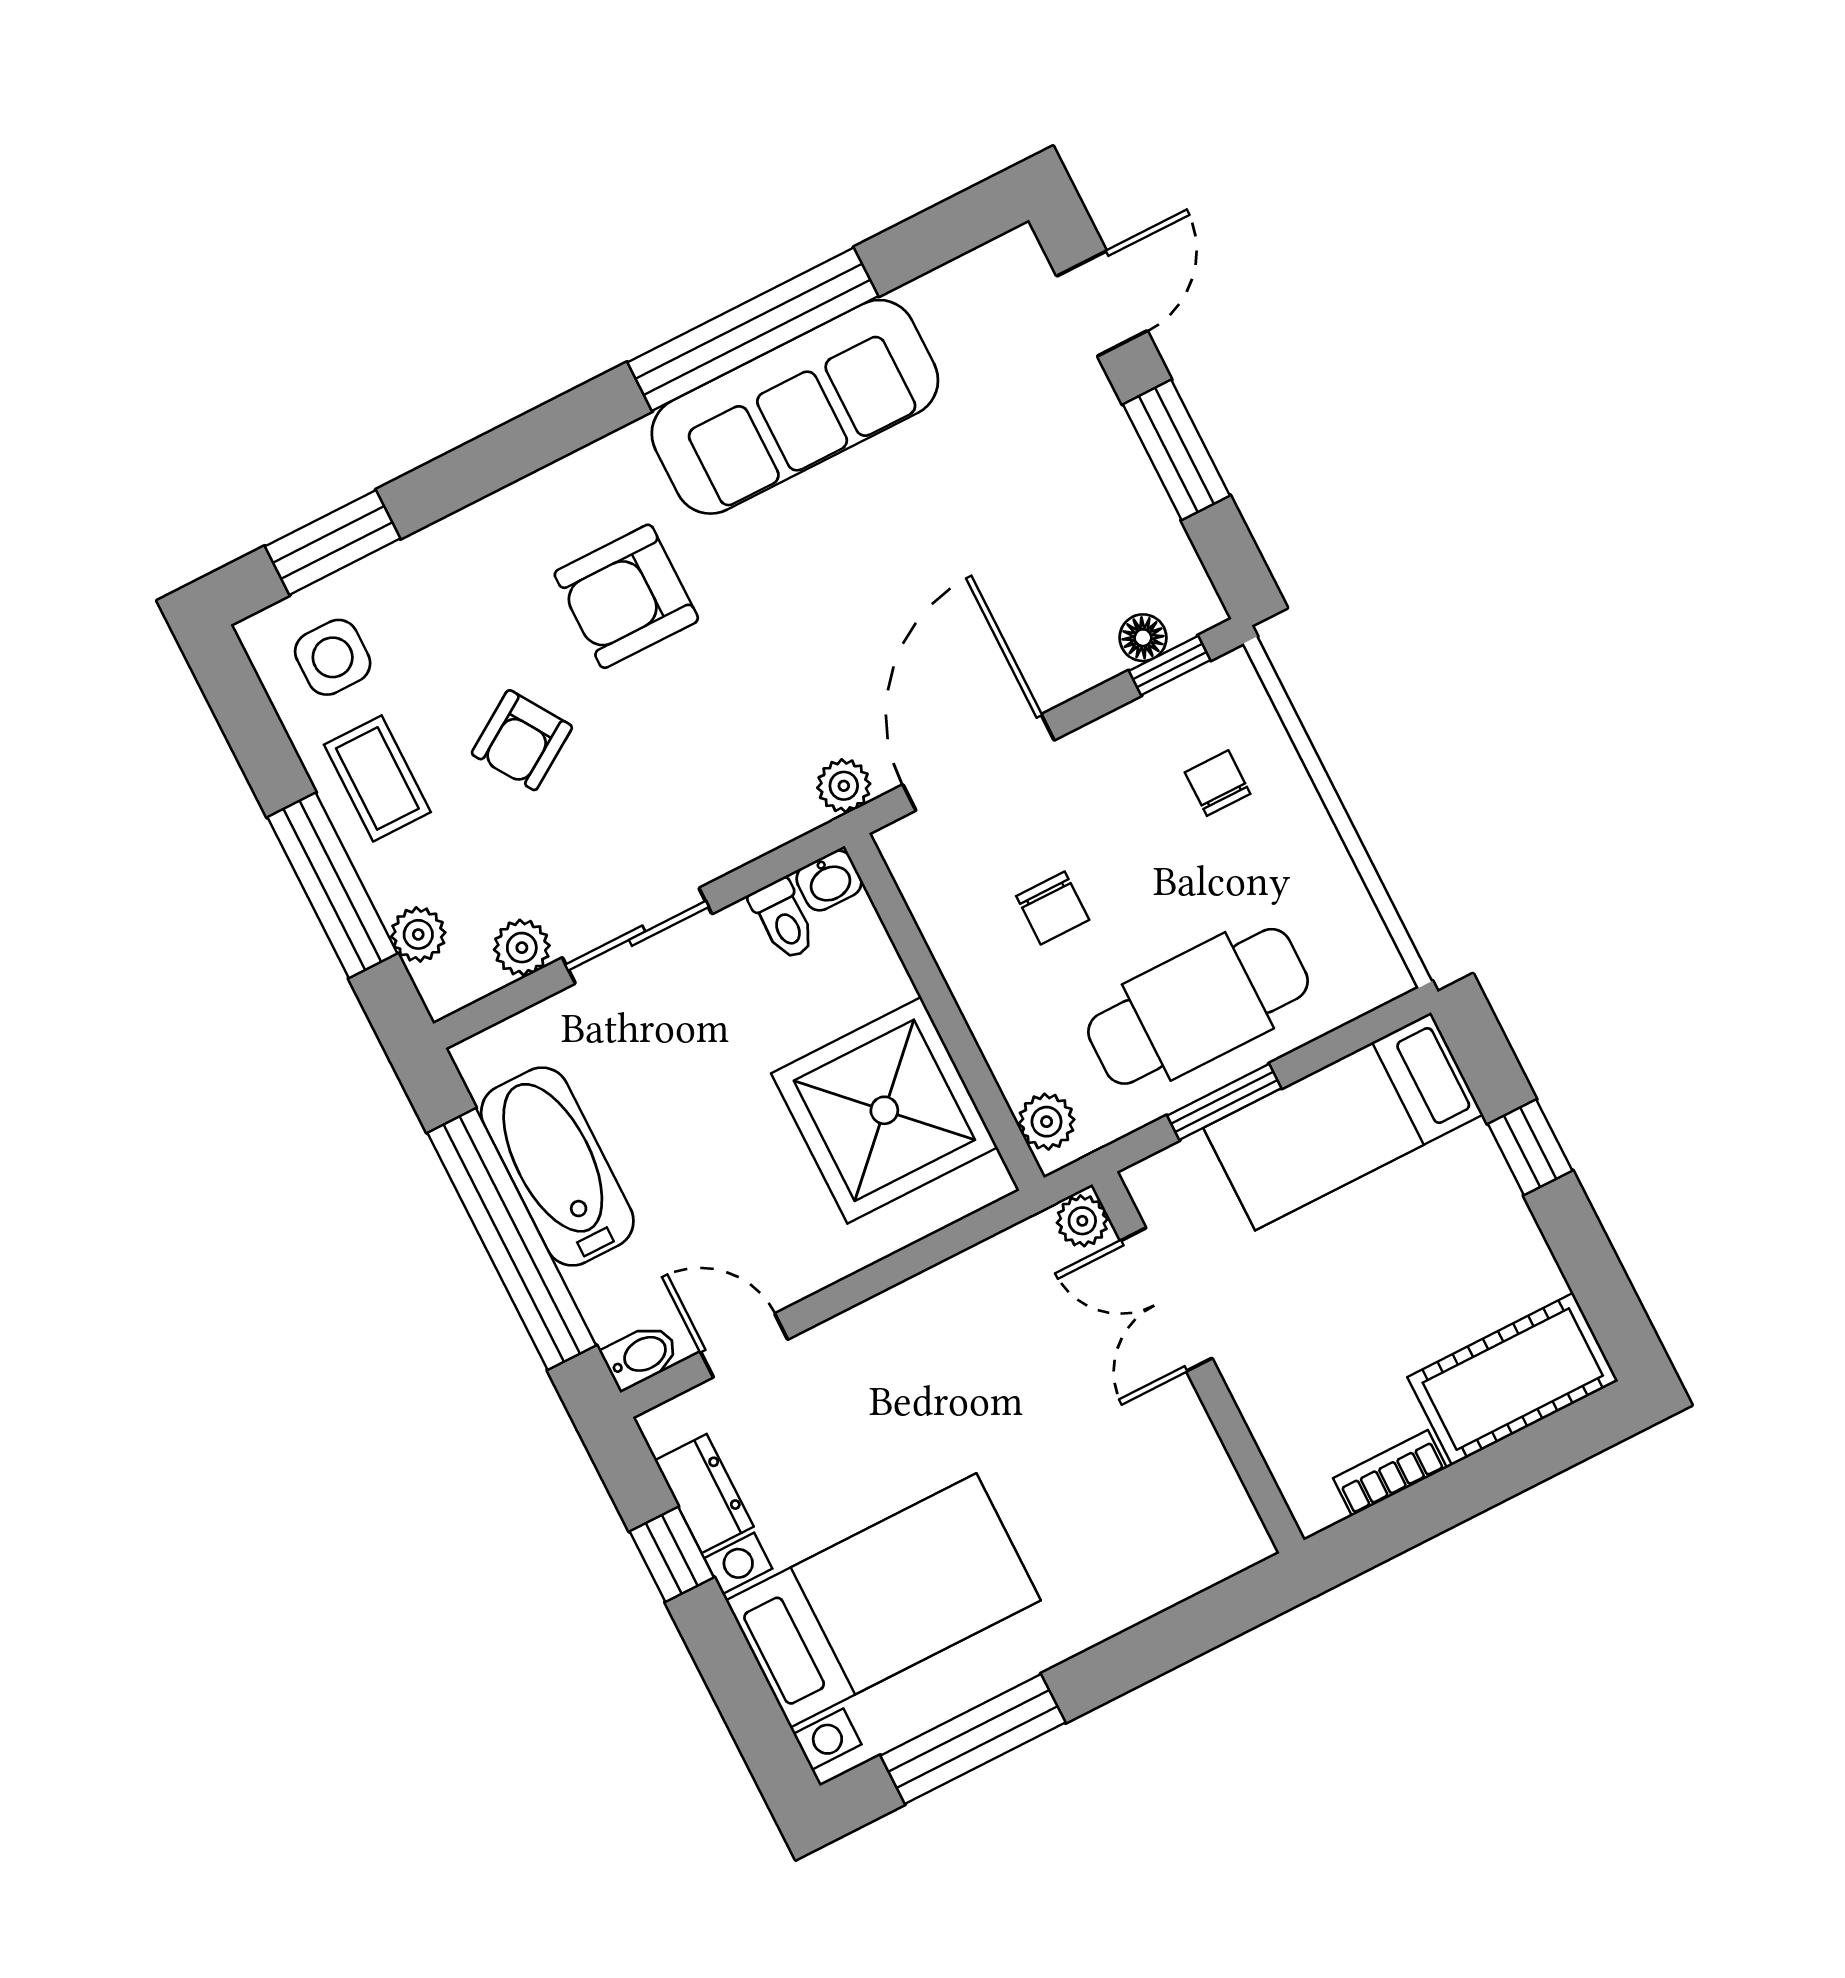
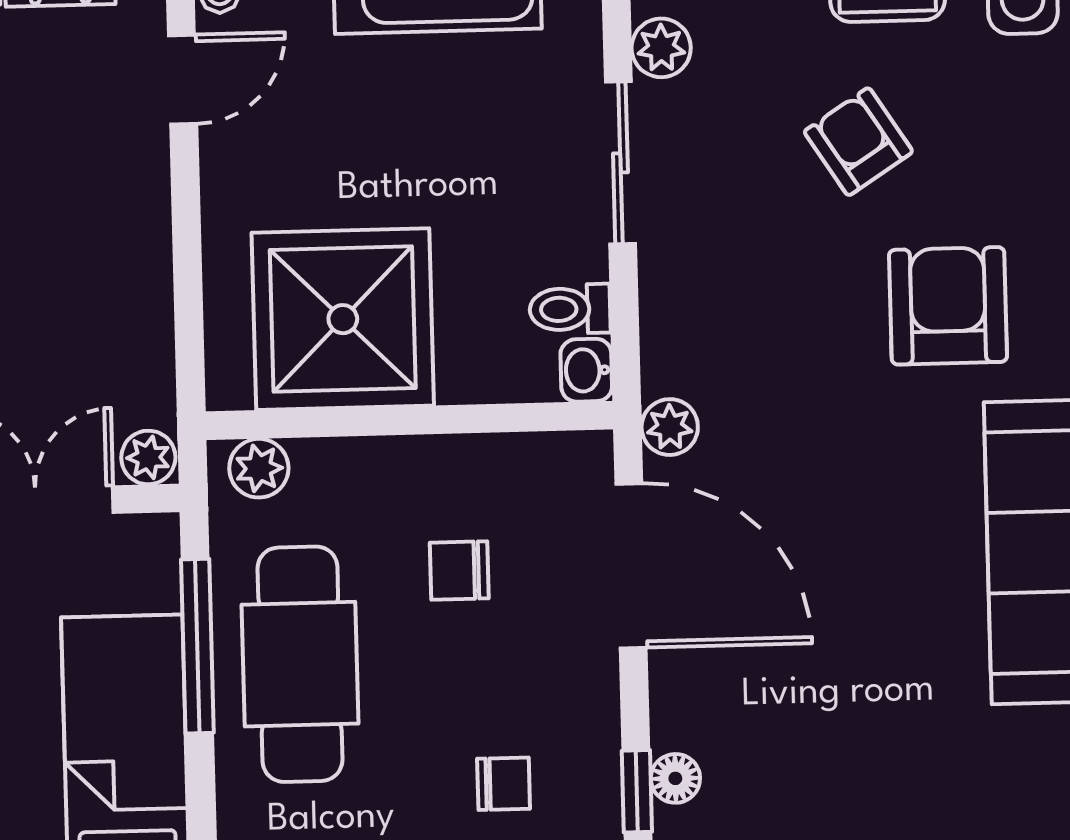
window: (1224, 1102) -> (197, 646), width x1.44

